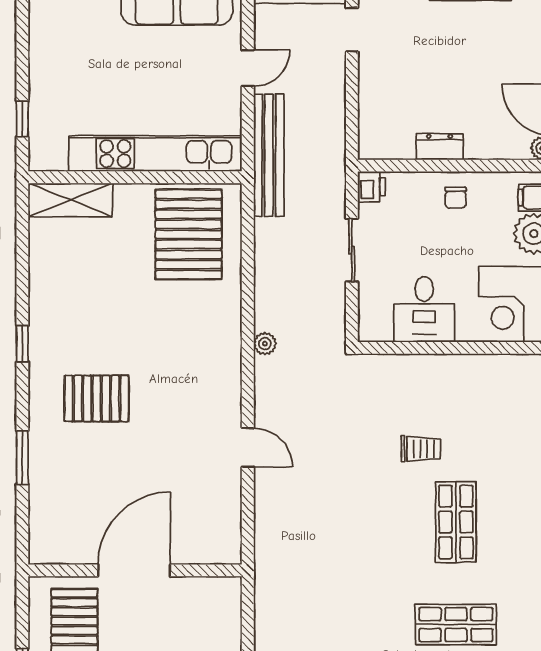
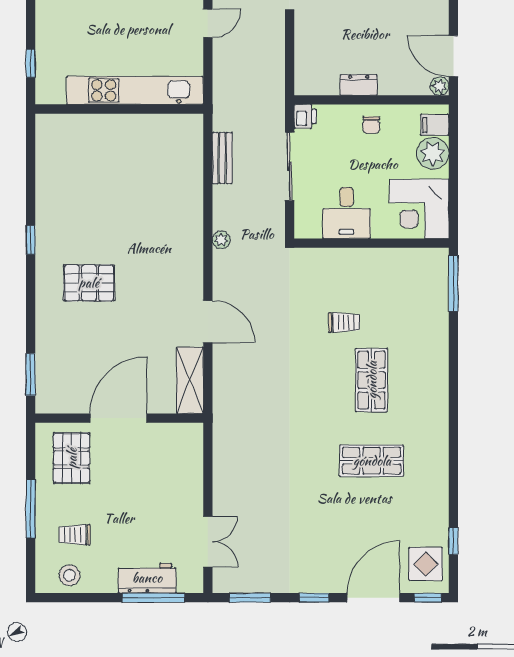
bench: (269, 155) -> (222, 158), moved, width x0.54, depth x0.82
shelving: (70, 200) -> (190, 380), moved, turned 90
pallet: (189, 234) -> (161, 154), removed
sliding door: (352, 250) -> (290, 166), width x1.37
door: (248, 448) -> (208, 322), width x1.38
window: (22, 458) -> (31, 375), moved

